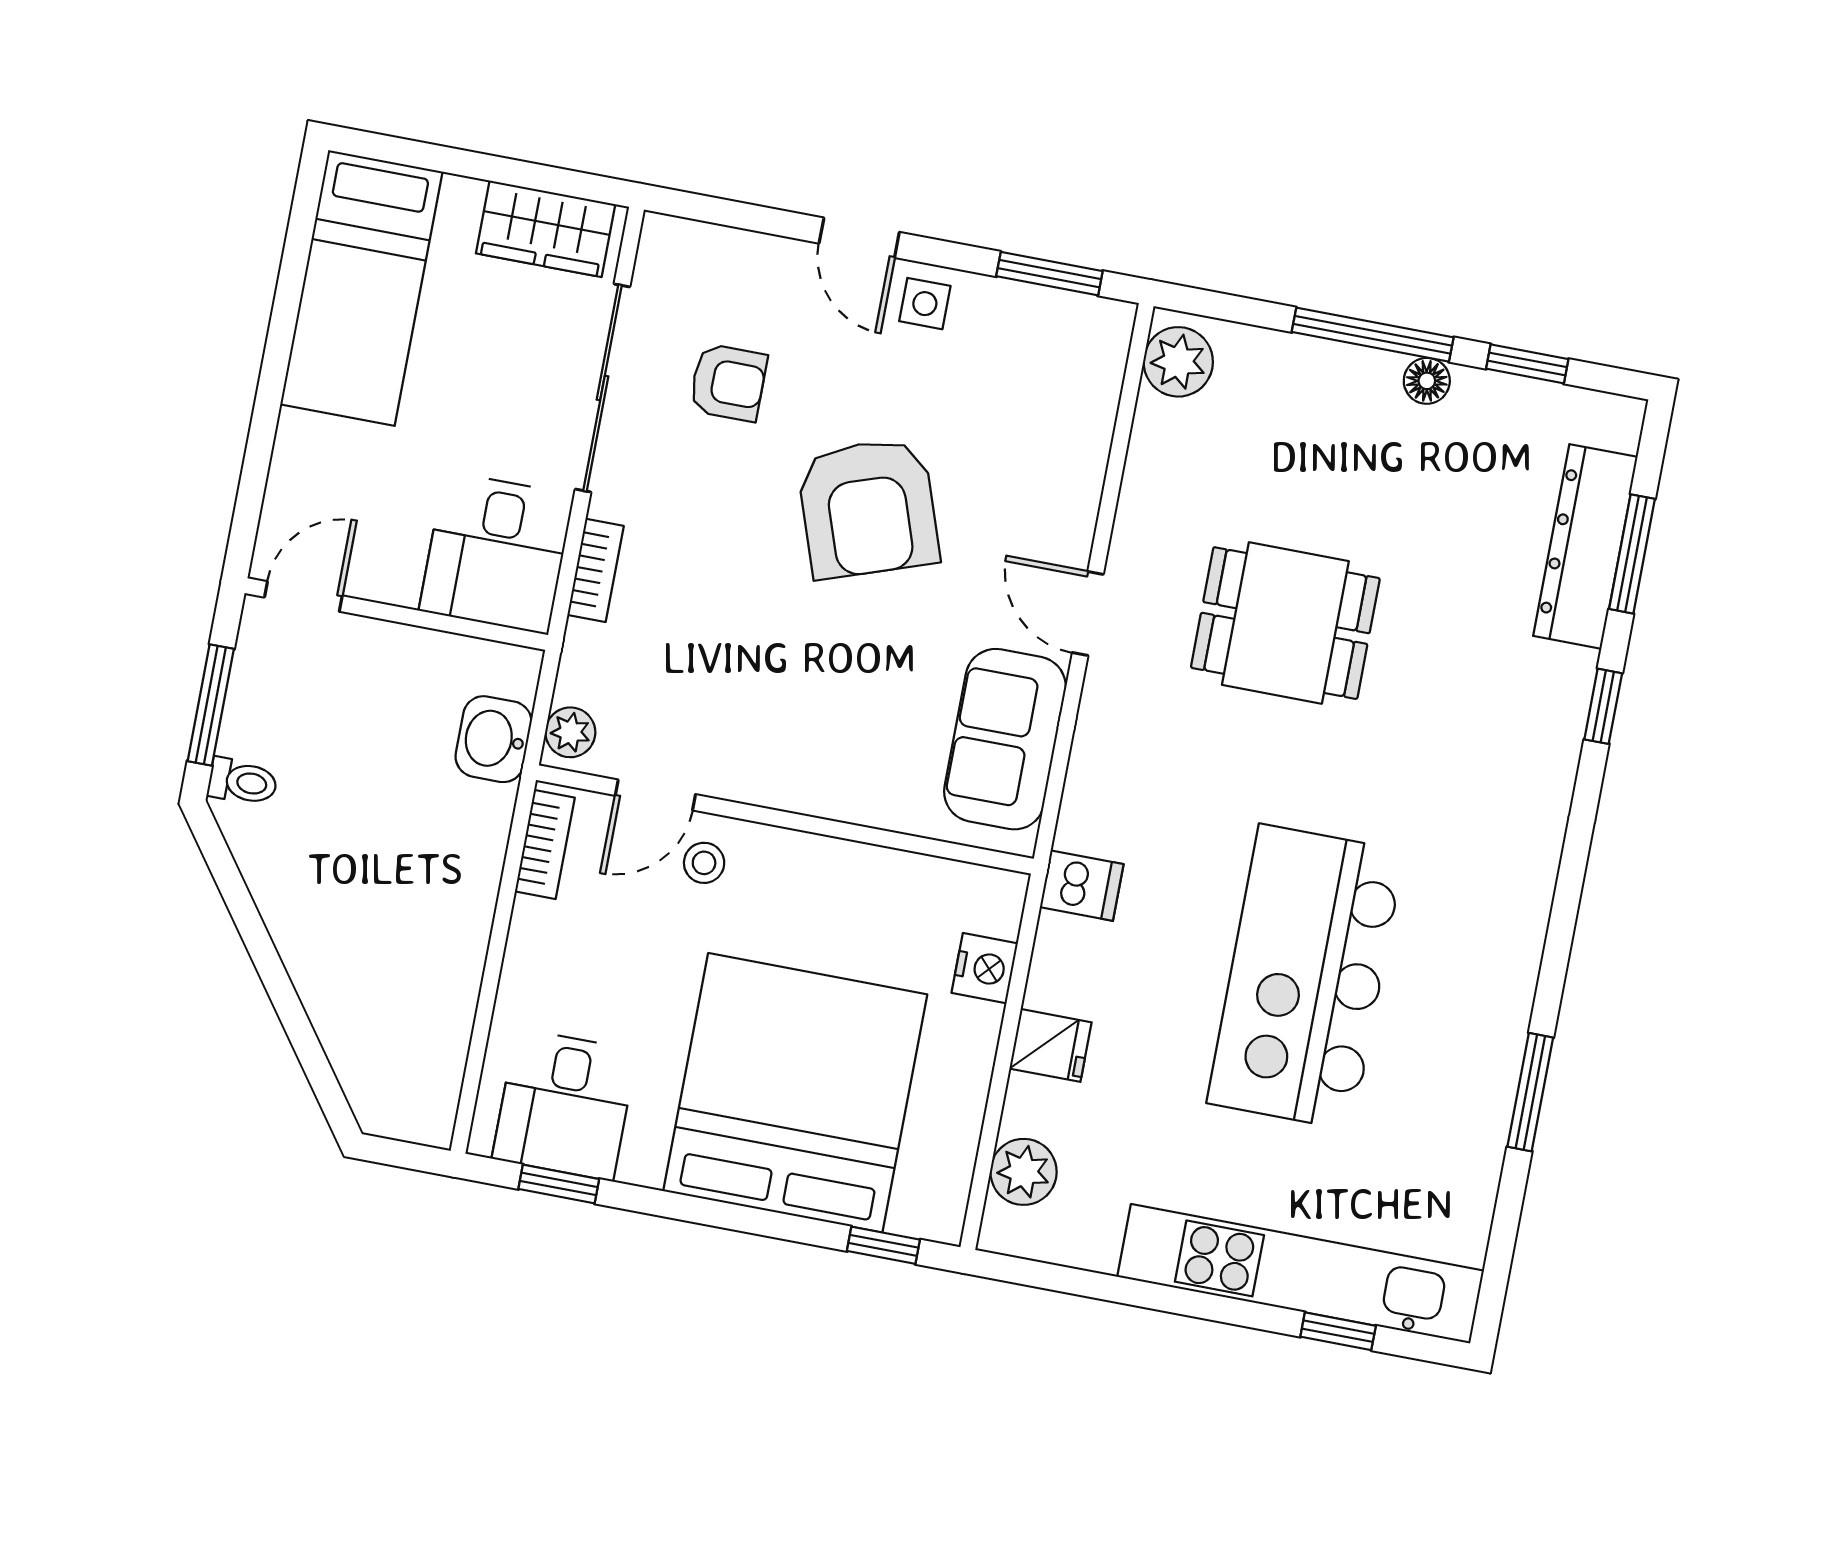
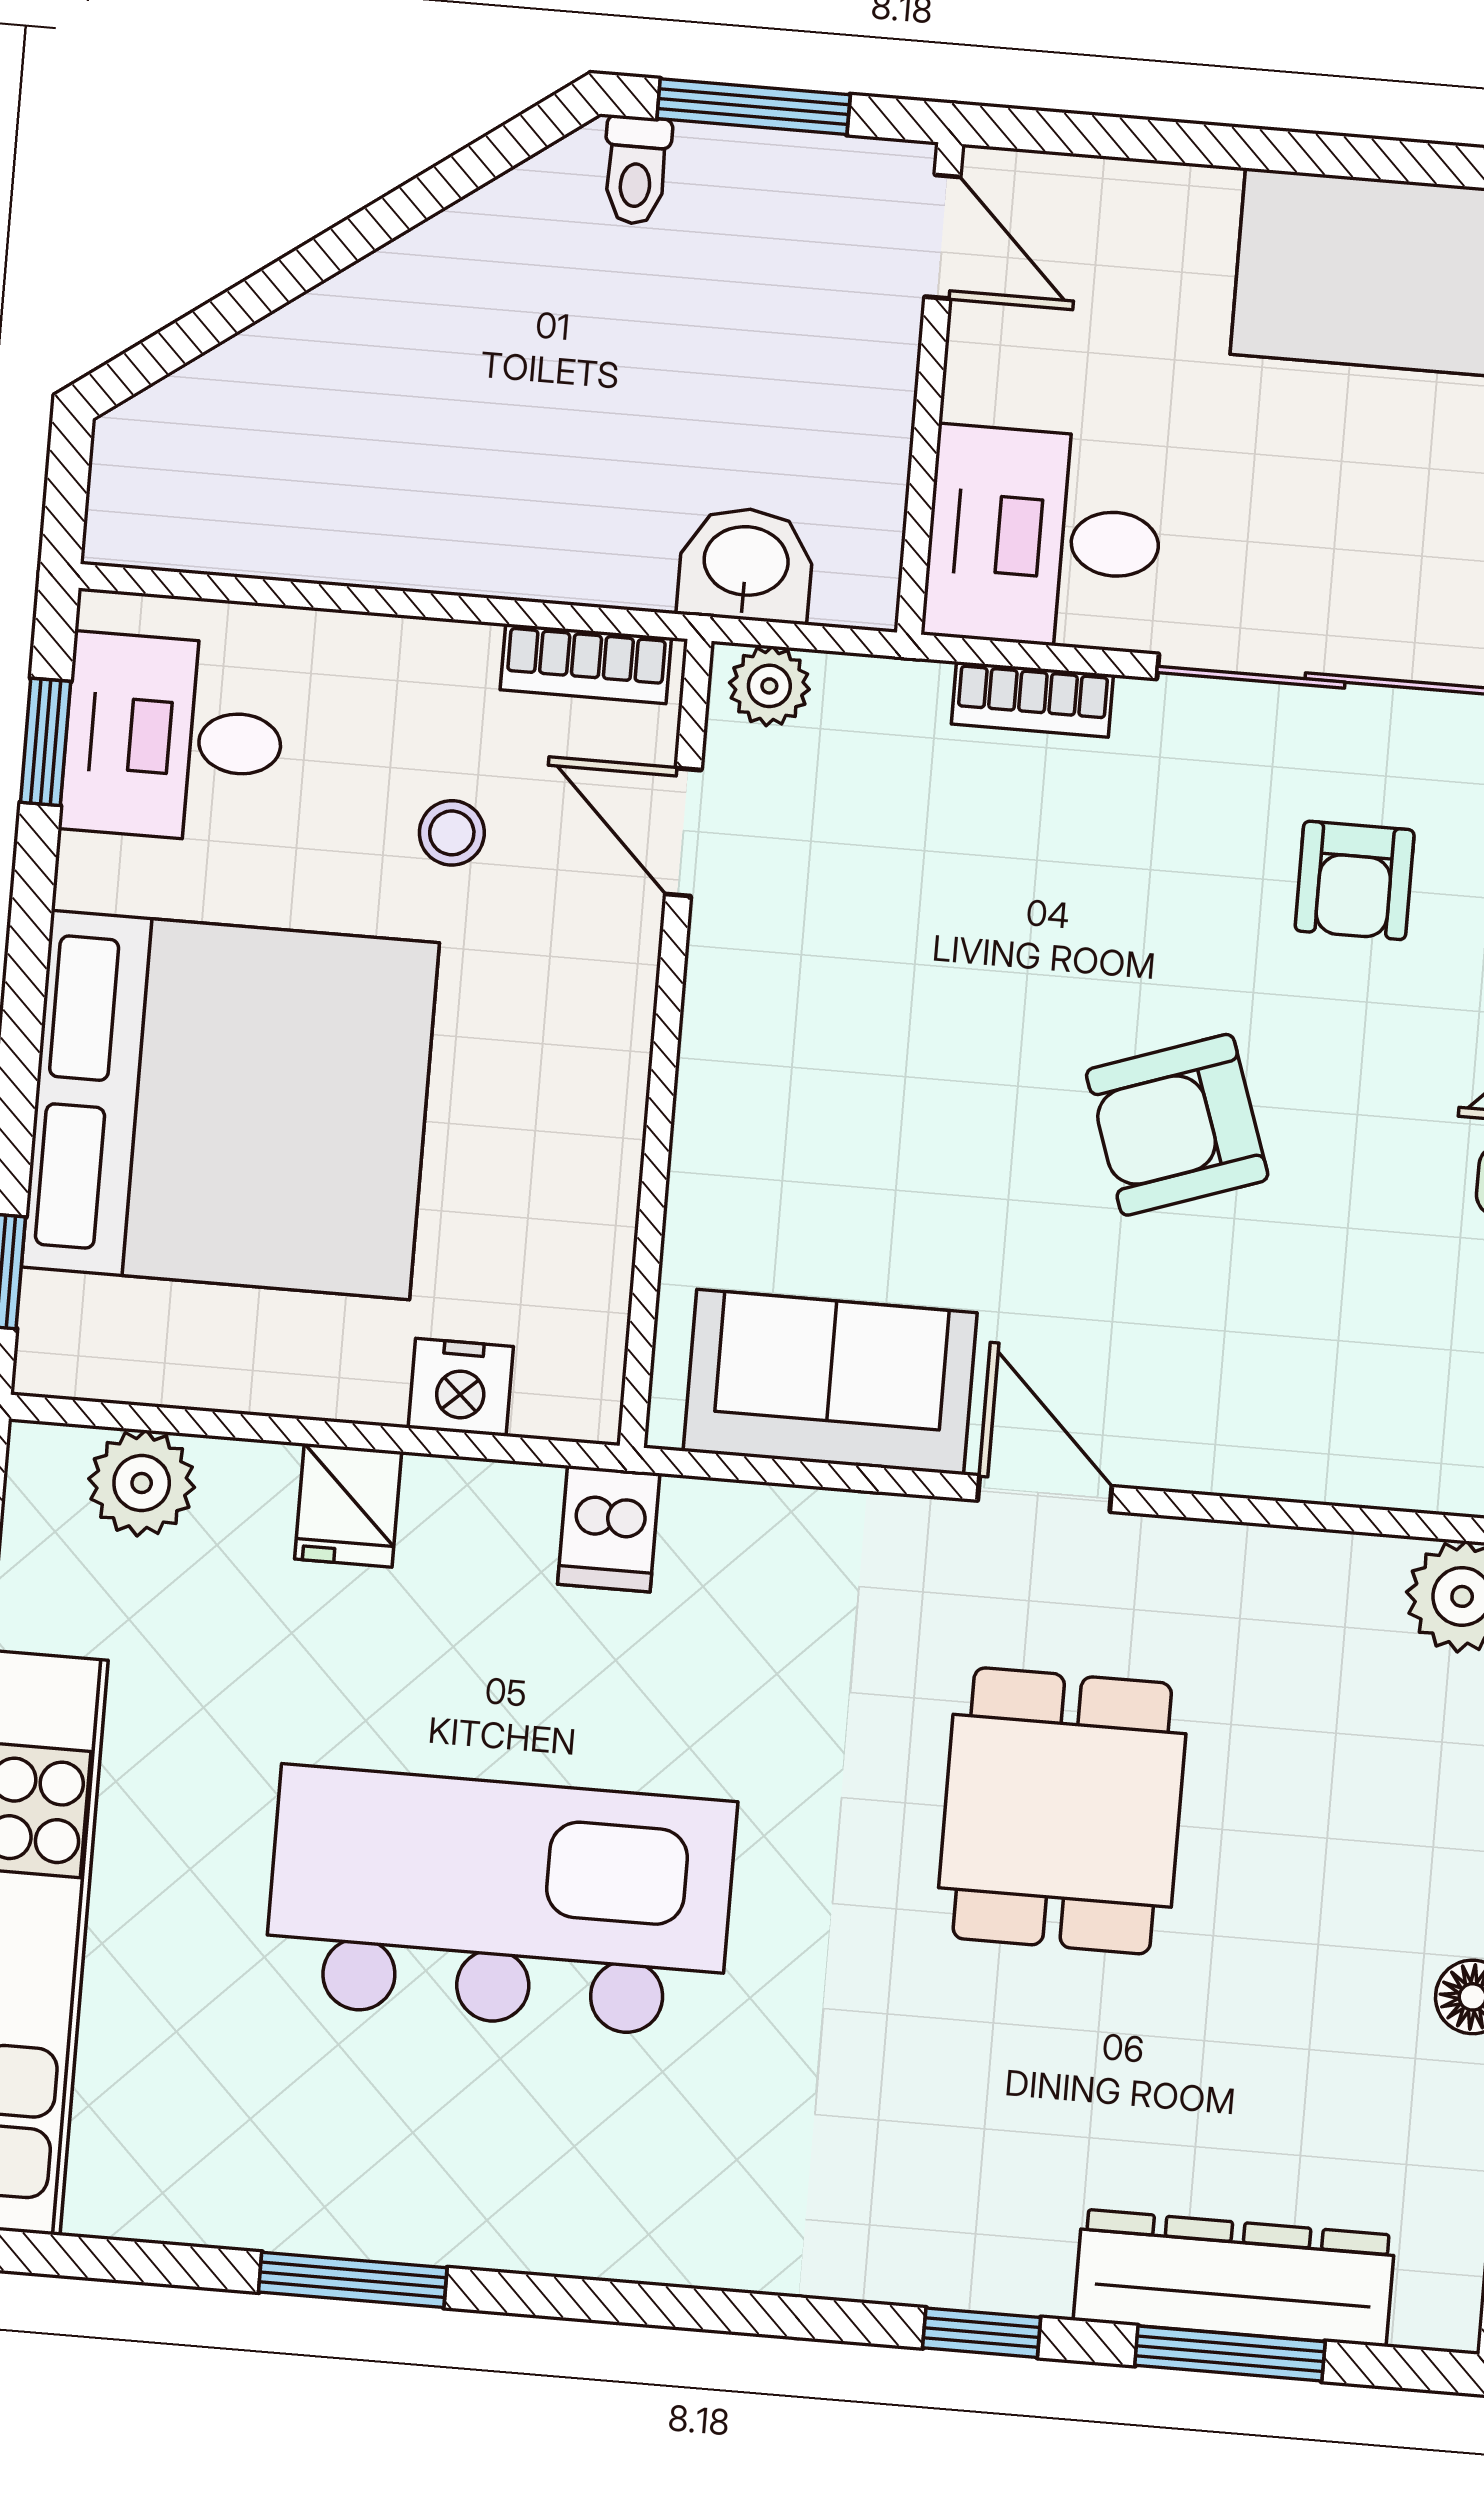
armchair: (868, 508) -> (1177, 1125), width x0.73, depth x0.73
door: (1088, 613) -> (1045, 1493), hinge flipped
stool: (704, 863) -> (452, 833), moved

